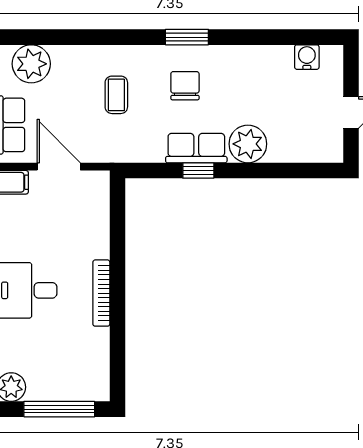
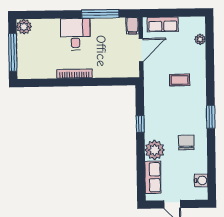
plant: (31, 64) -> (200, 39), width x0.53, depth x0.53
chair: (185, 86) -> (186, 142), moved, turned -90
row of seats: (196, 148) -> (153, 177), moved

